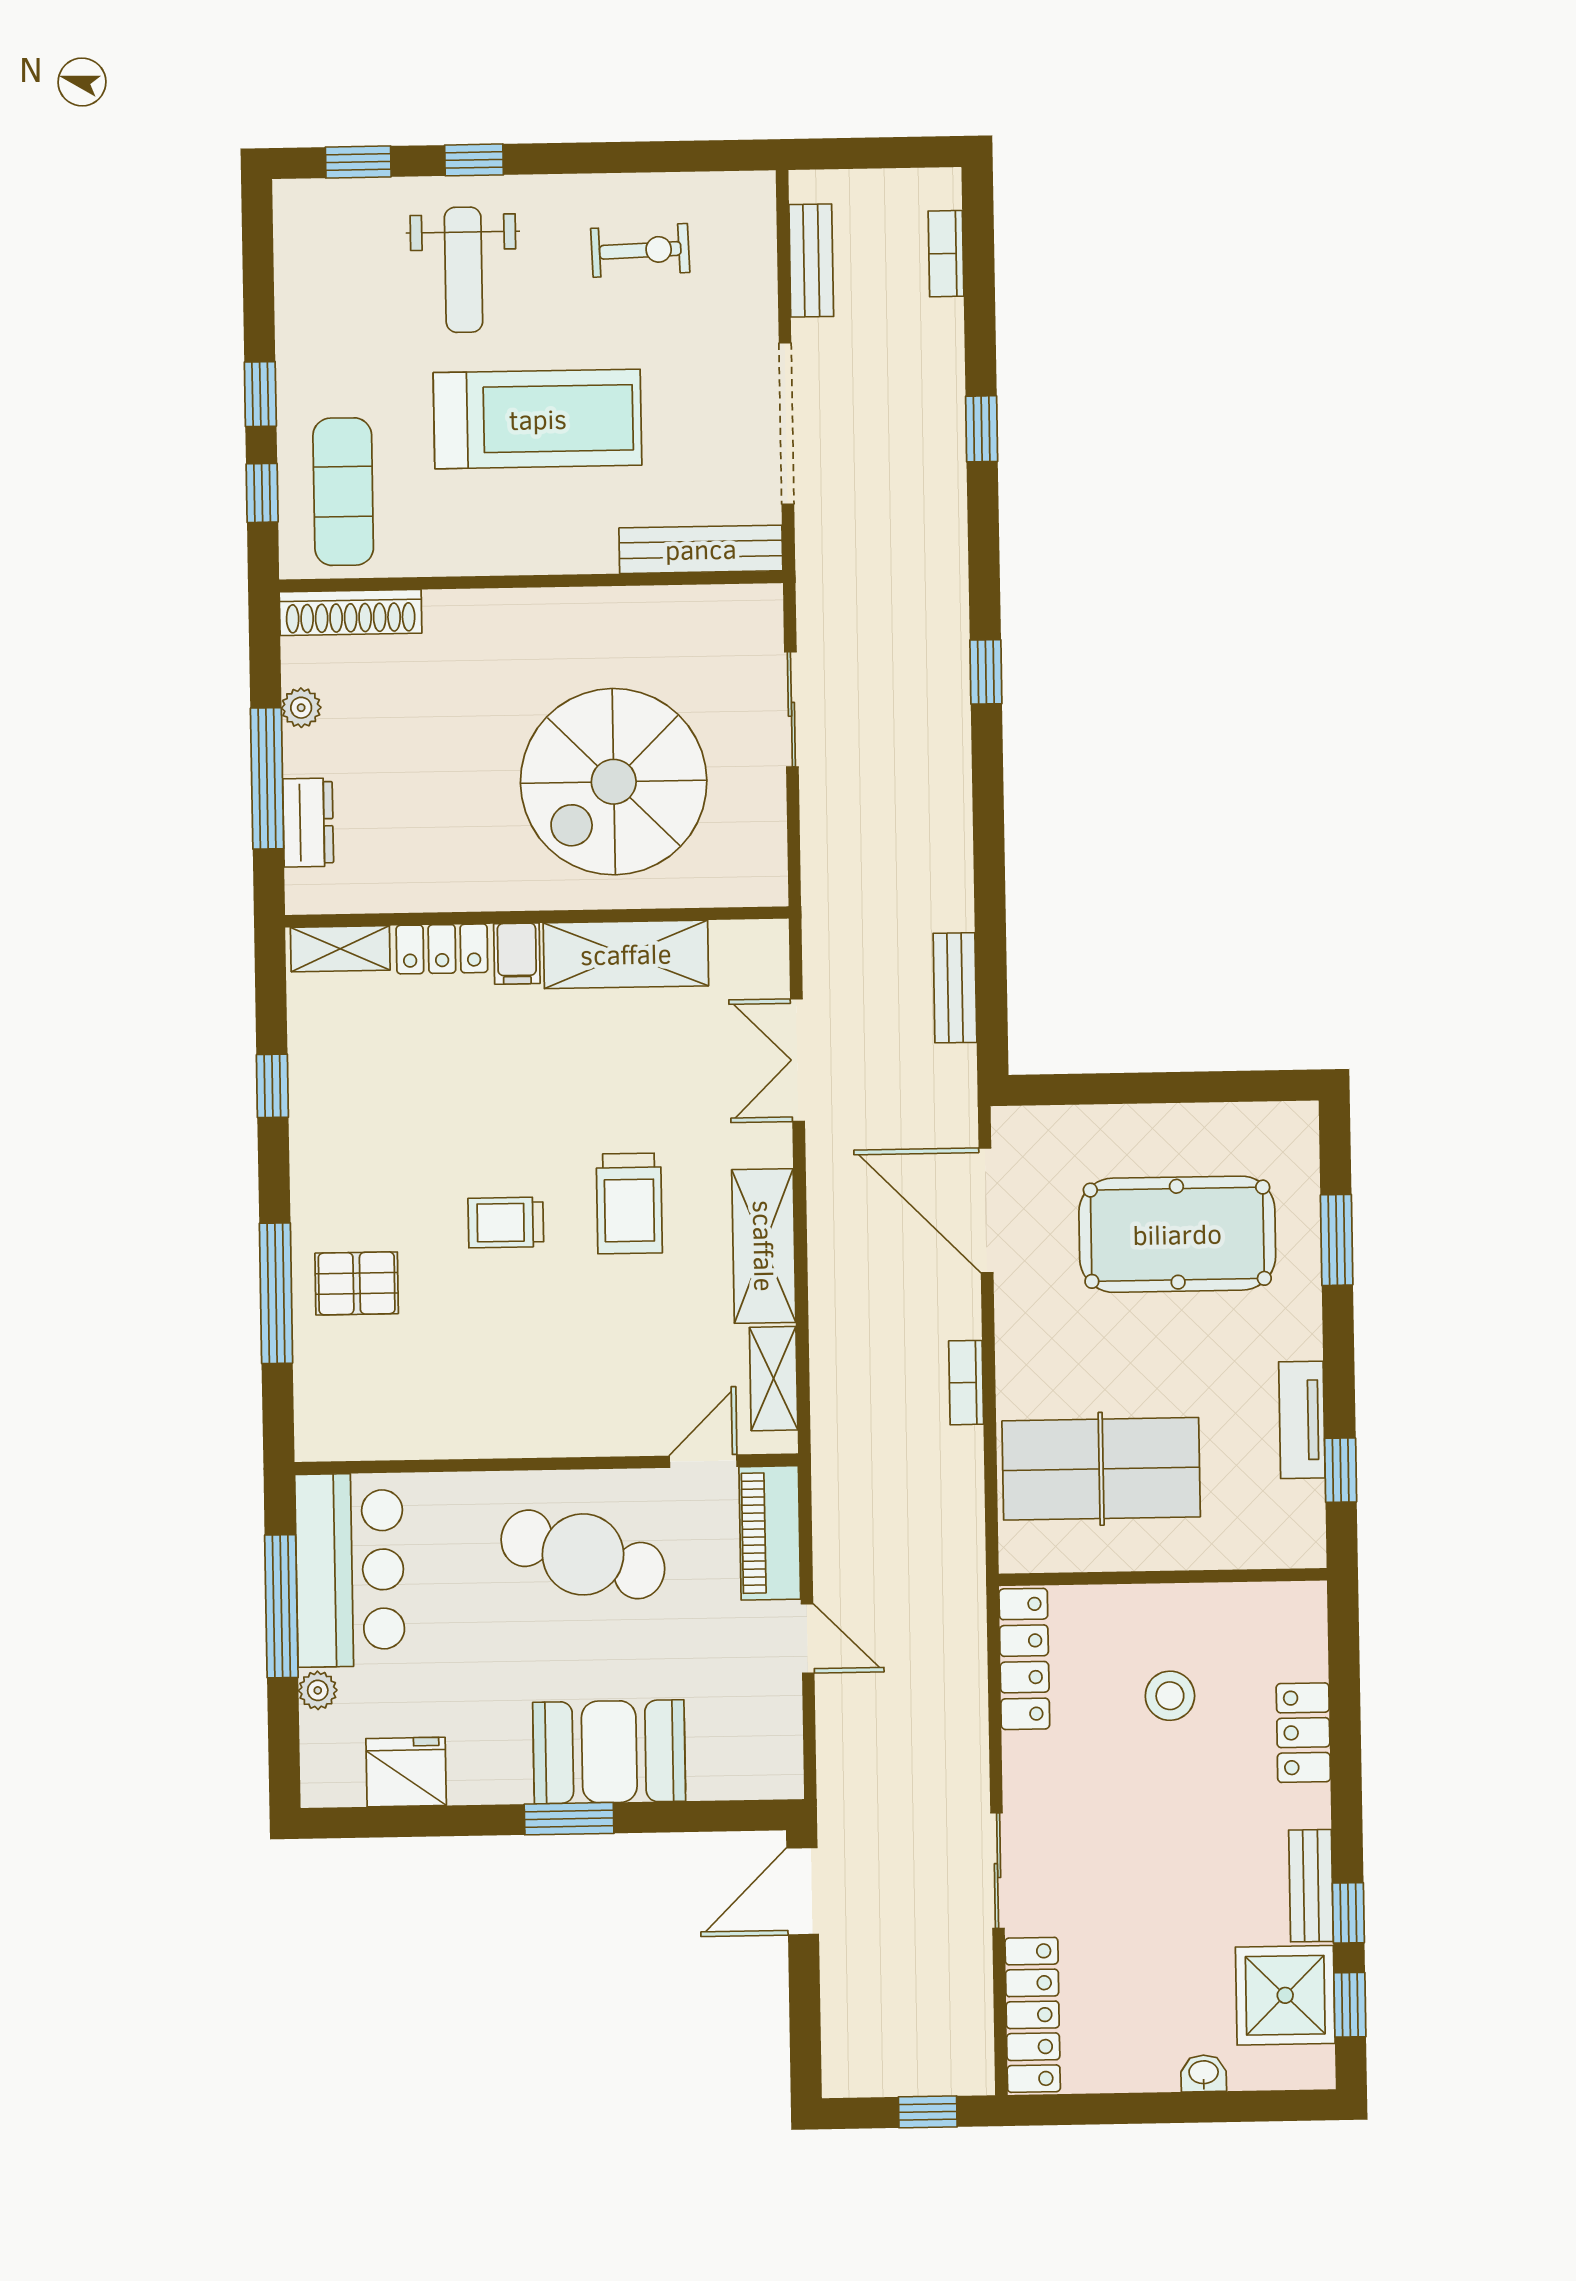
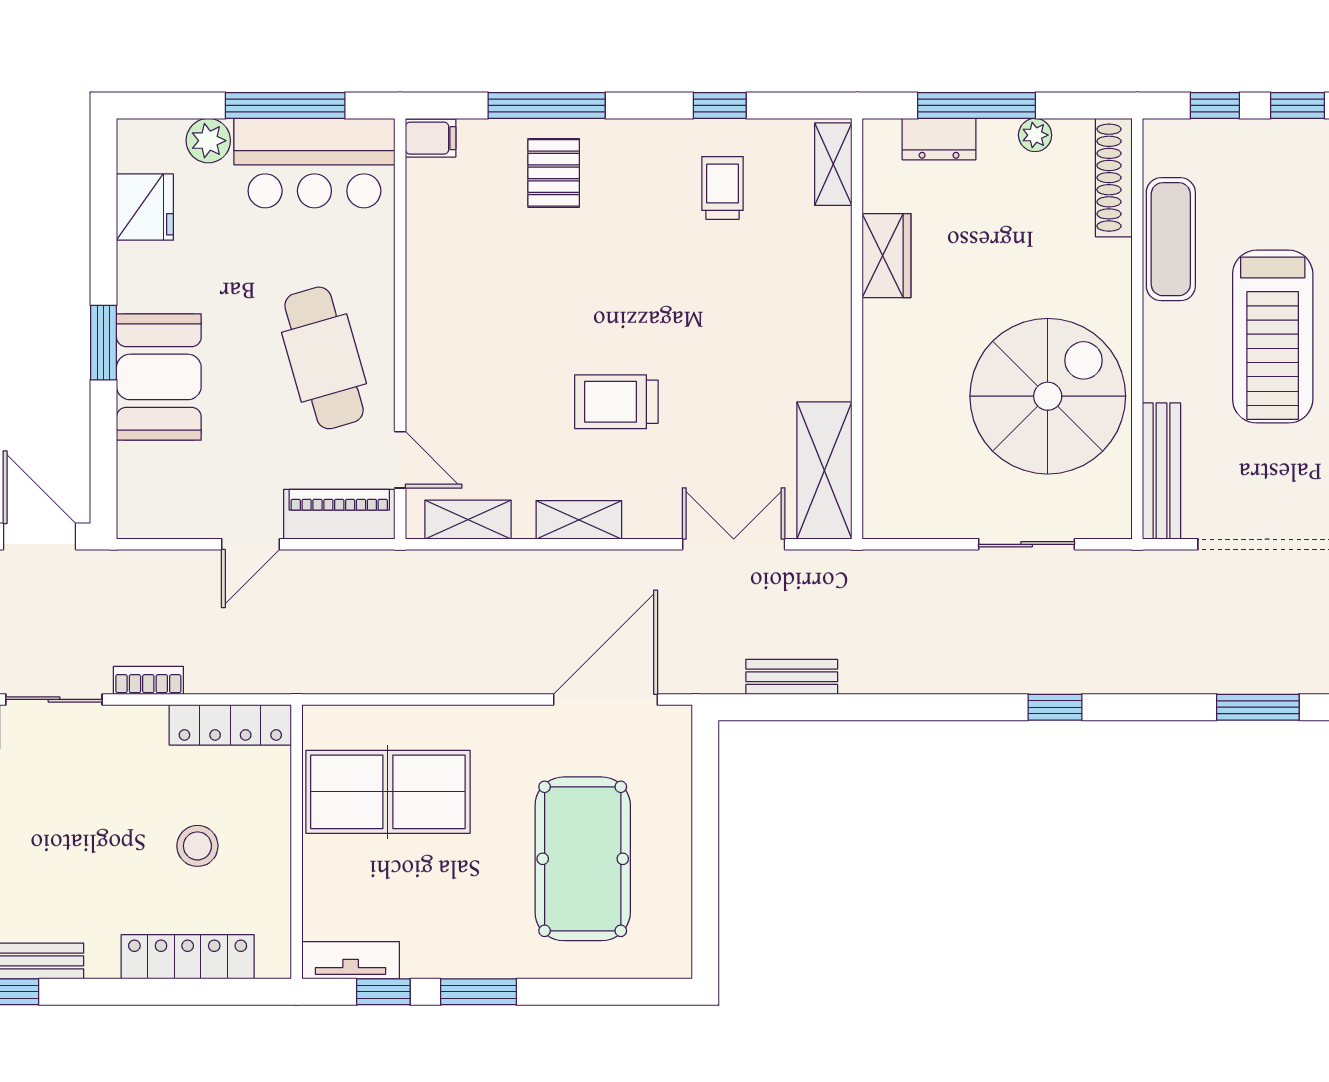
window: (982, 429) -> (1258, 707), width x1.50
exercise mat: (343, 492) -> (1171, 239), moved, turned 90
spiral stairs: (614, 782) -> (1048, 396), moved, turned 90
wardrobe: (449, 883) -> (887, 256), added
locker: (442, 949) -> (832, 249), removed
filing cabinet: (517, 954) -> (431, 138), moved, turned 180
shelving: (626, 954) -> (824, 470), moved
trolley: (506, 1222) -> (722, 188), moved
window: (1337, 1240) -> (478, 992), moved
shelving: (764, 1246) -> (579, 520), width x0.67, depth x0.75
bookcase: (966, 1383) -> (148, 680), moved
tv unit: (1302, 1420) -> (351, 960), moved
table tennis table: (1101, 1469) -> (388, 792), turned 90
cafe table: (583, 1554) -> (324, 358), turned -33
plant: (318, 1690) -> (208, 141), width x1.38, depth x1.38
locker: (1303, 1733) -> (188, 957), width x1.53

